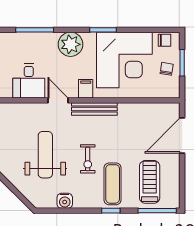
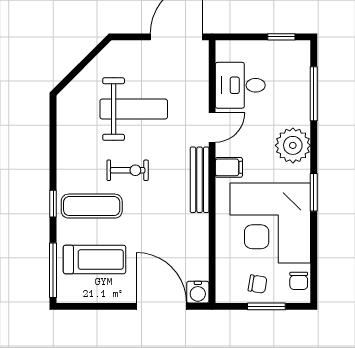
exercise bike: (88, 159) -> (128, 170), turned 180
water cooler: (65, 201) -> (198, 292), moved, turned -90

